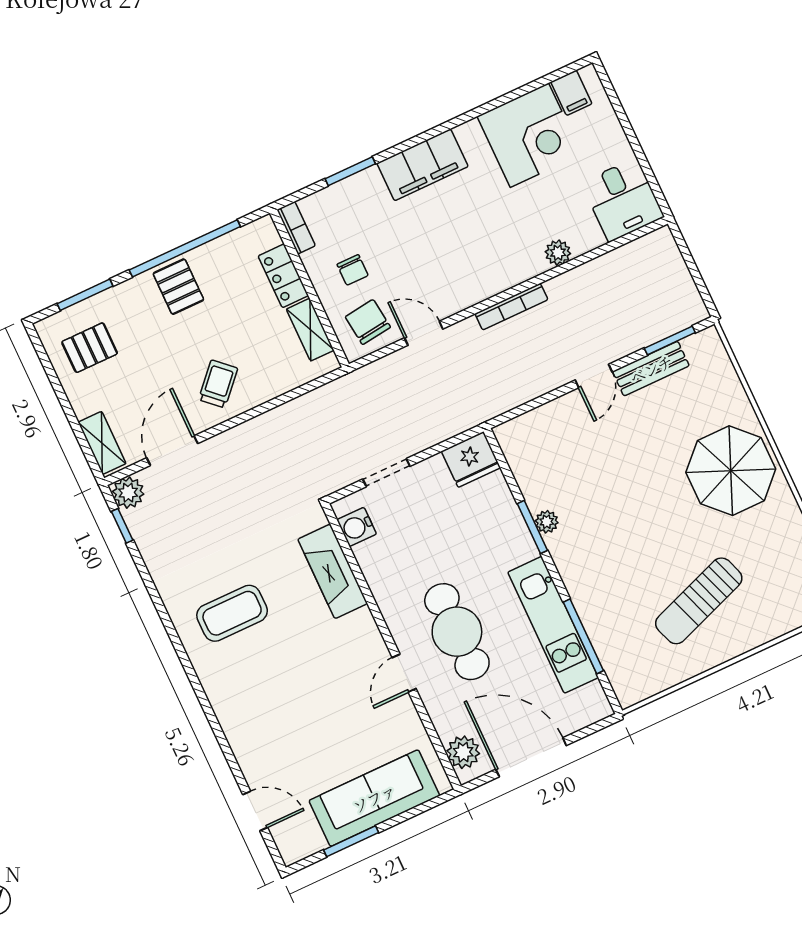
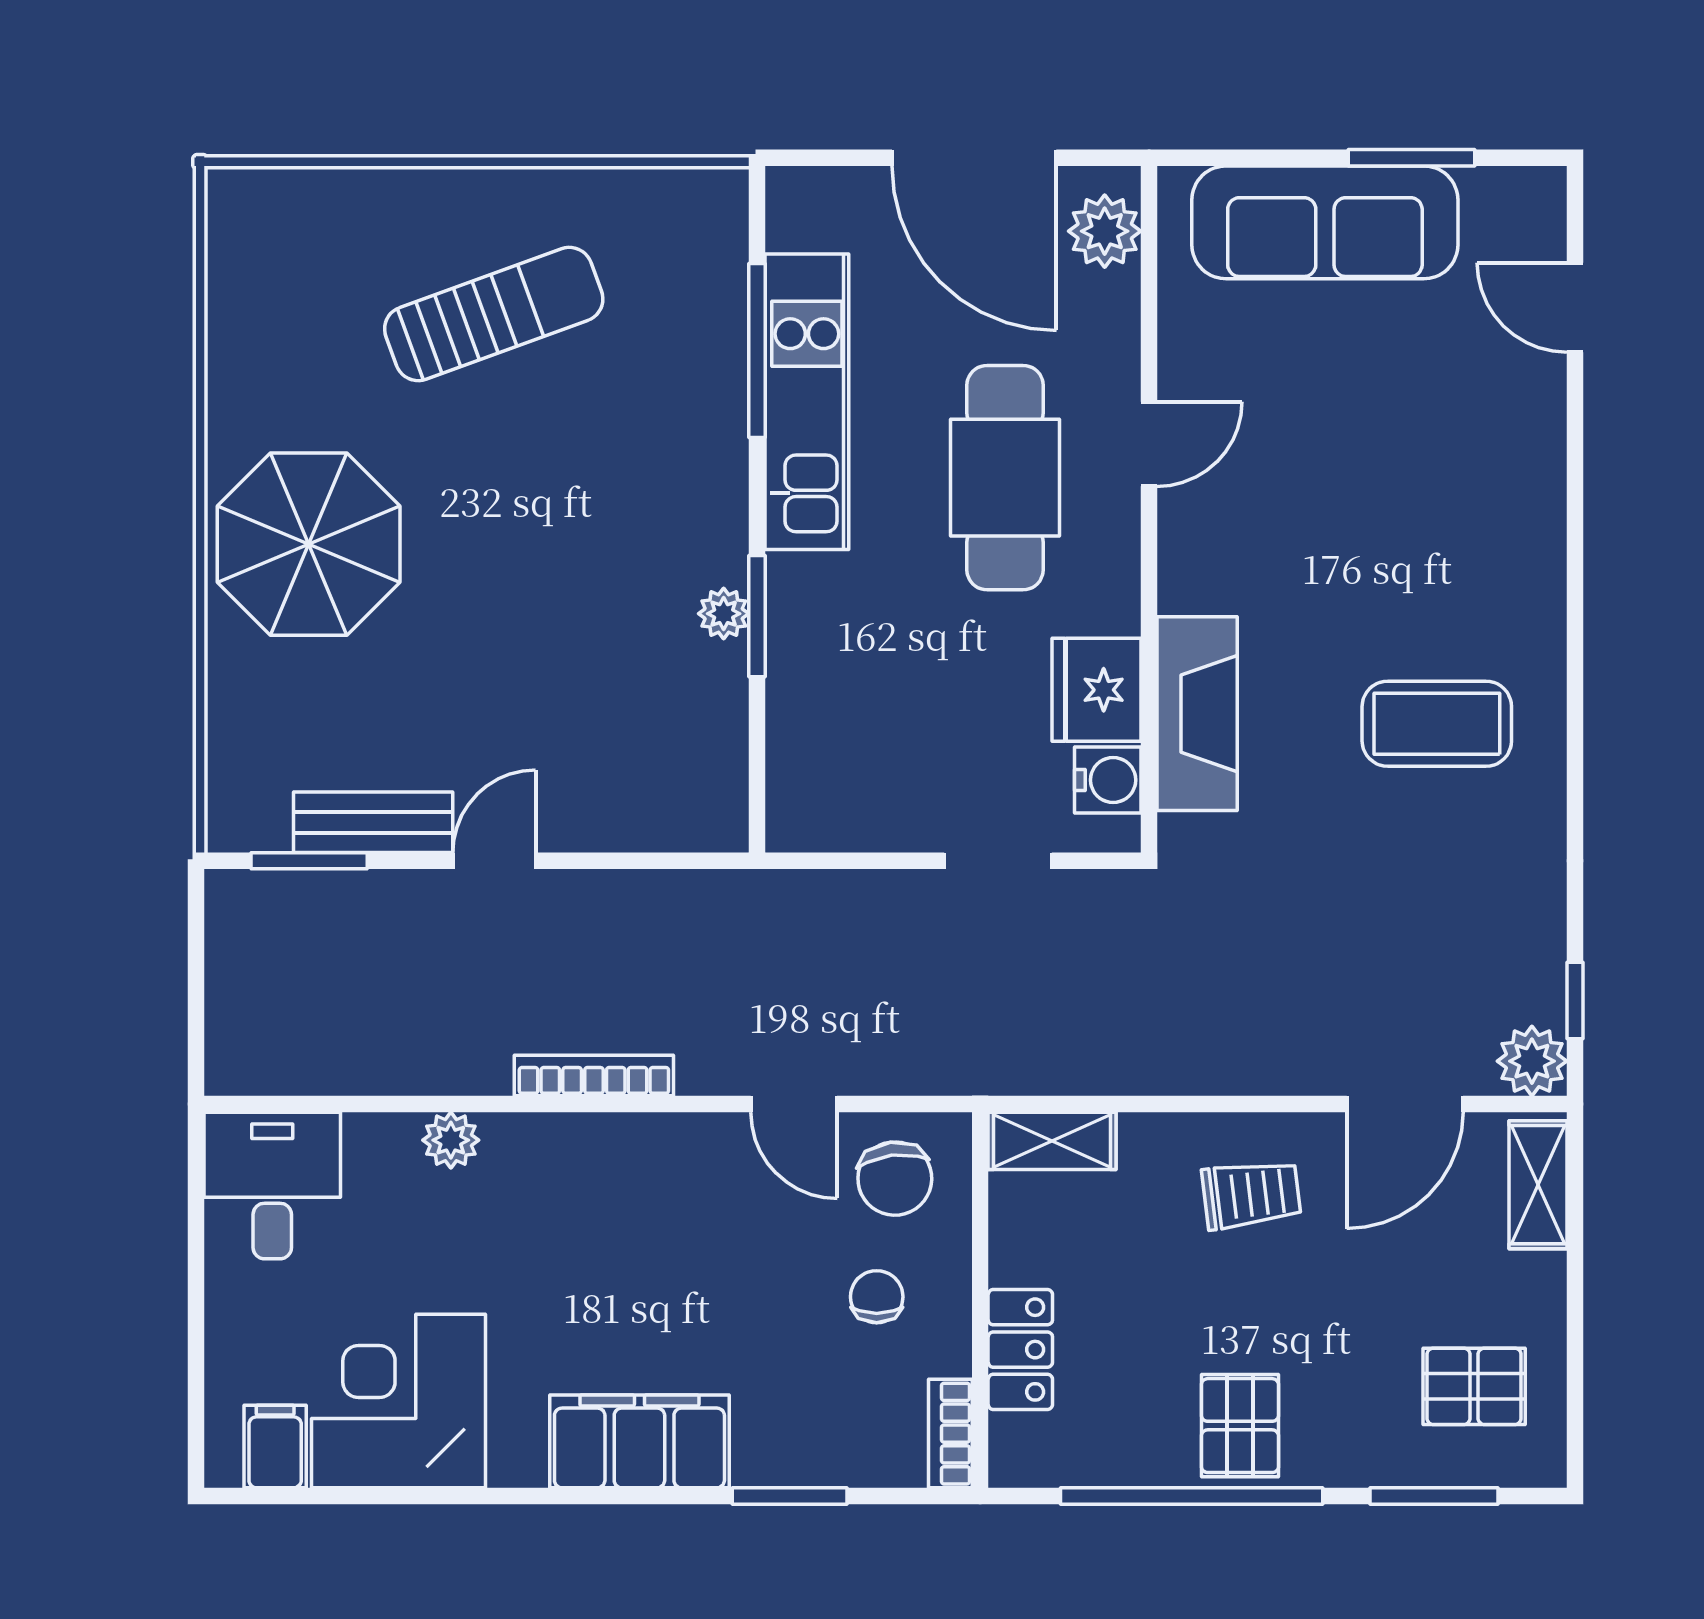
shelving: (310, 330) -> (1052, 1141), moved, turned 90
trolley: (218, 384) -> (1251, 1194), turned -140
fridge: (471, 460) -> (1097, 690), moved, turned -90

